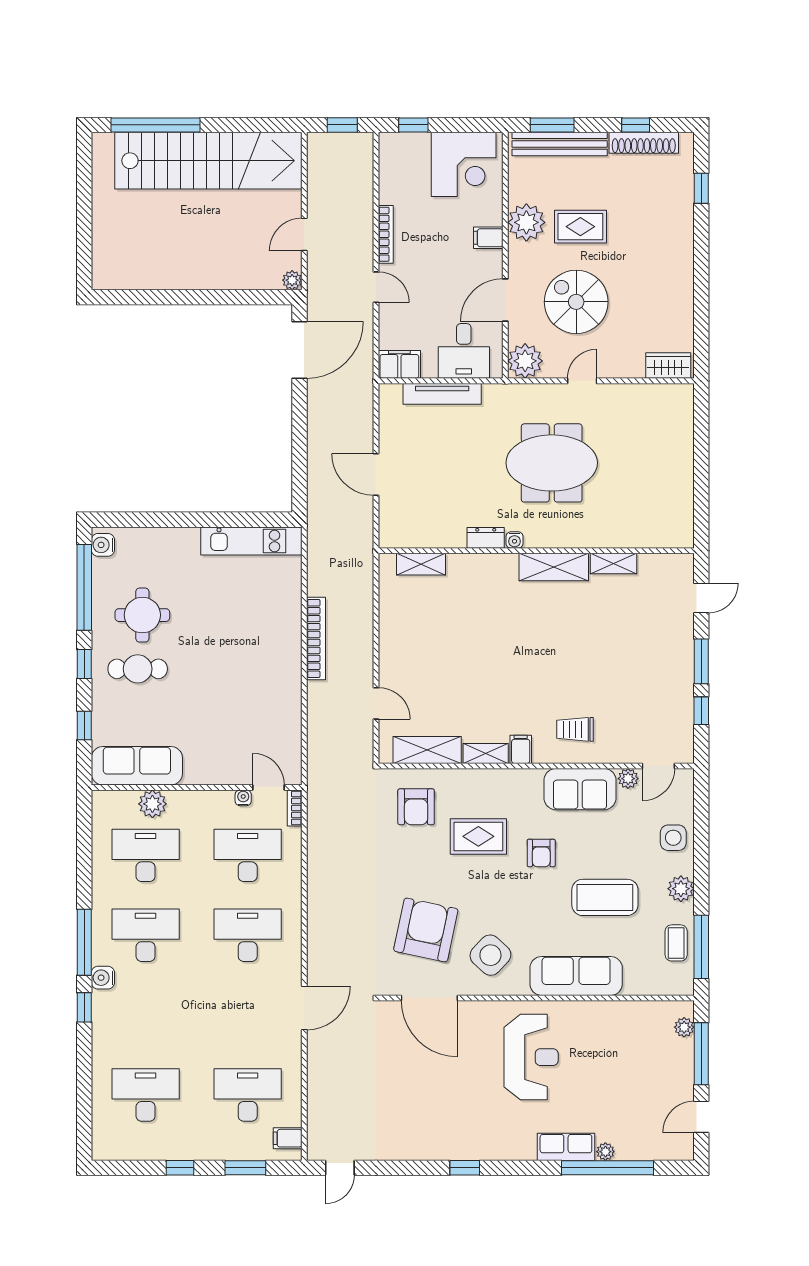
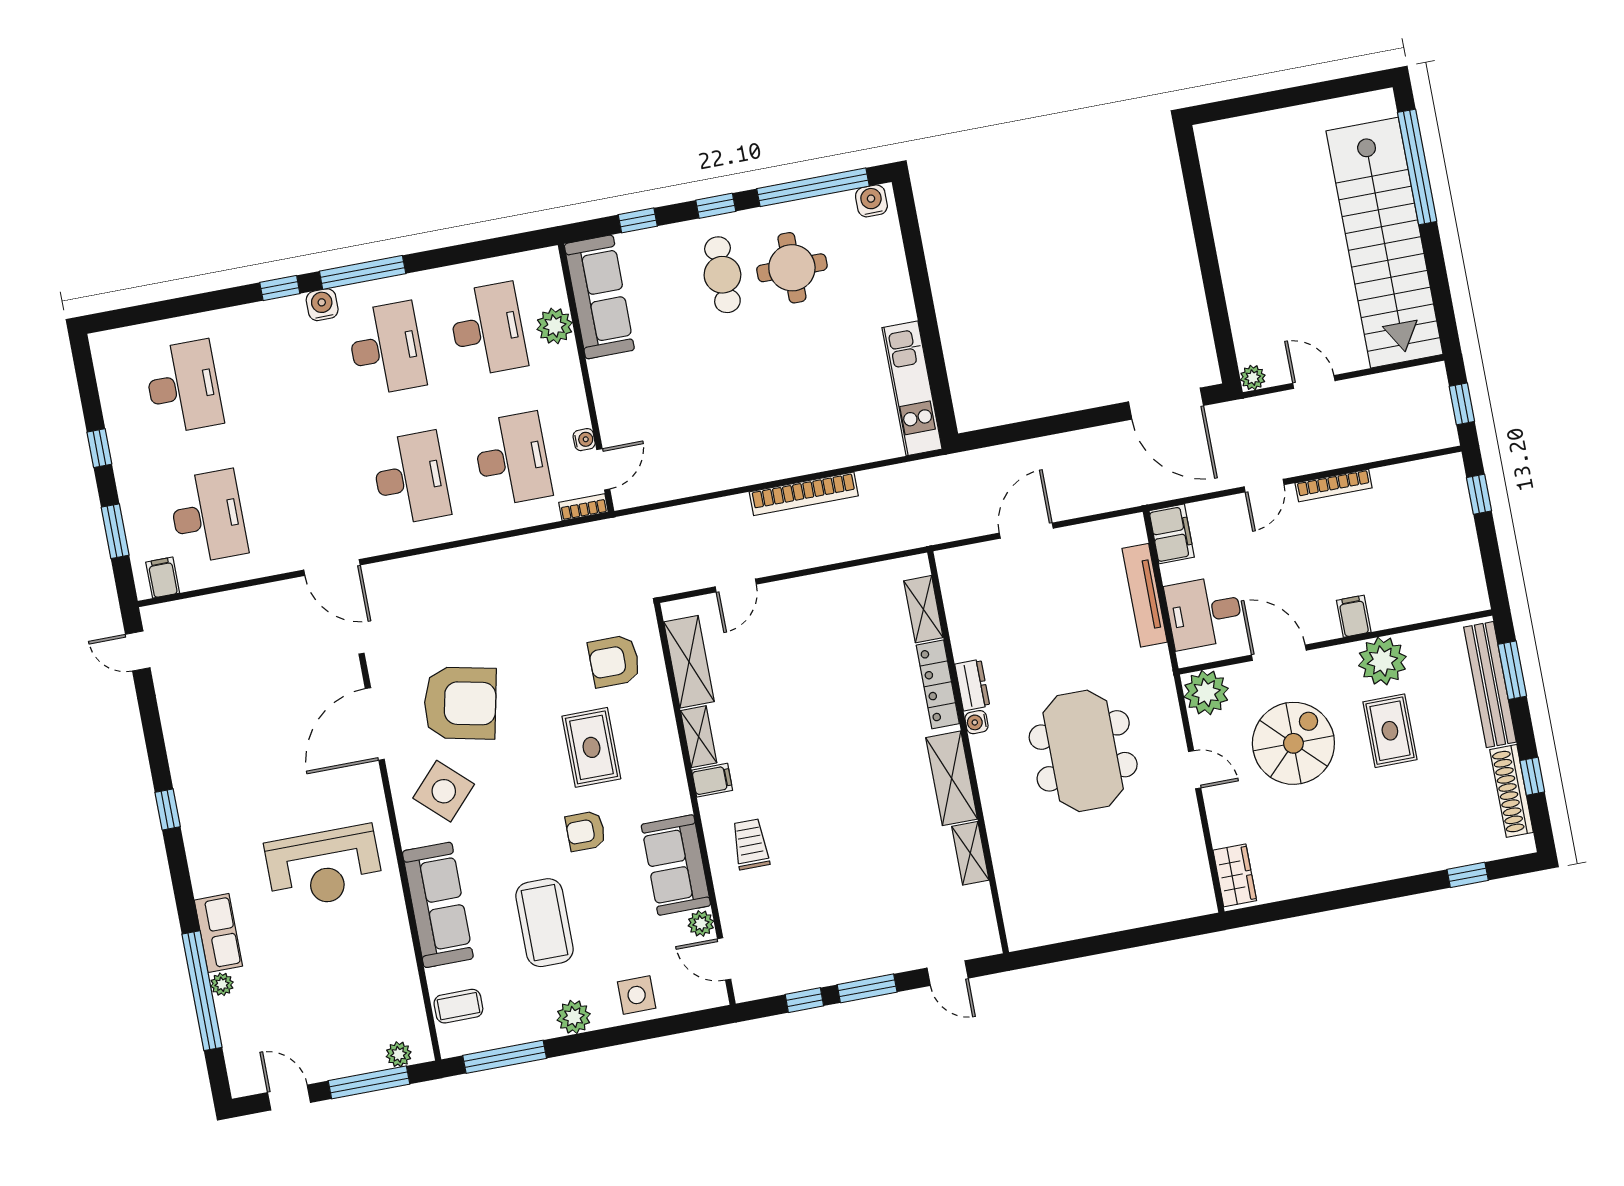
corner desk: (464, 164) -> (1441, 567), removed
locker: (480, 564) -> (938, 684), added
coffee table: (676, 943) -> (458, 1006), moved

